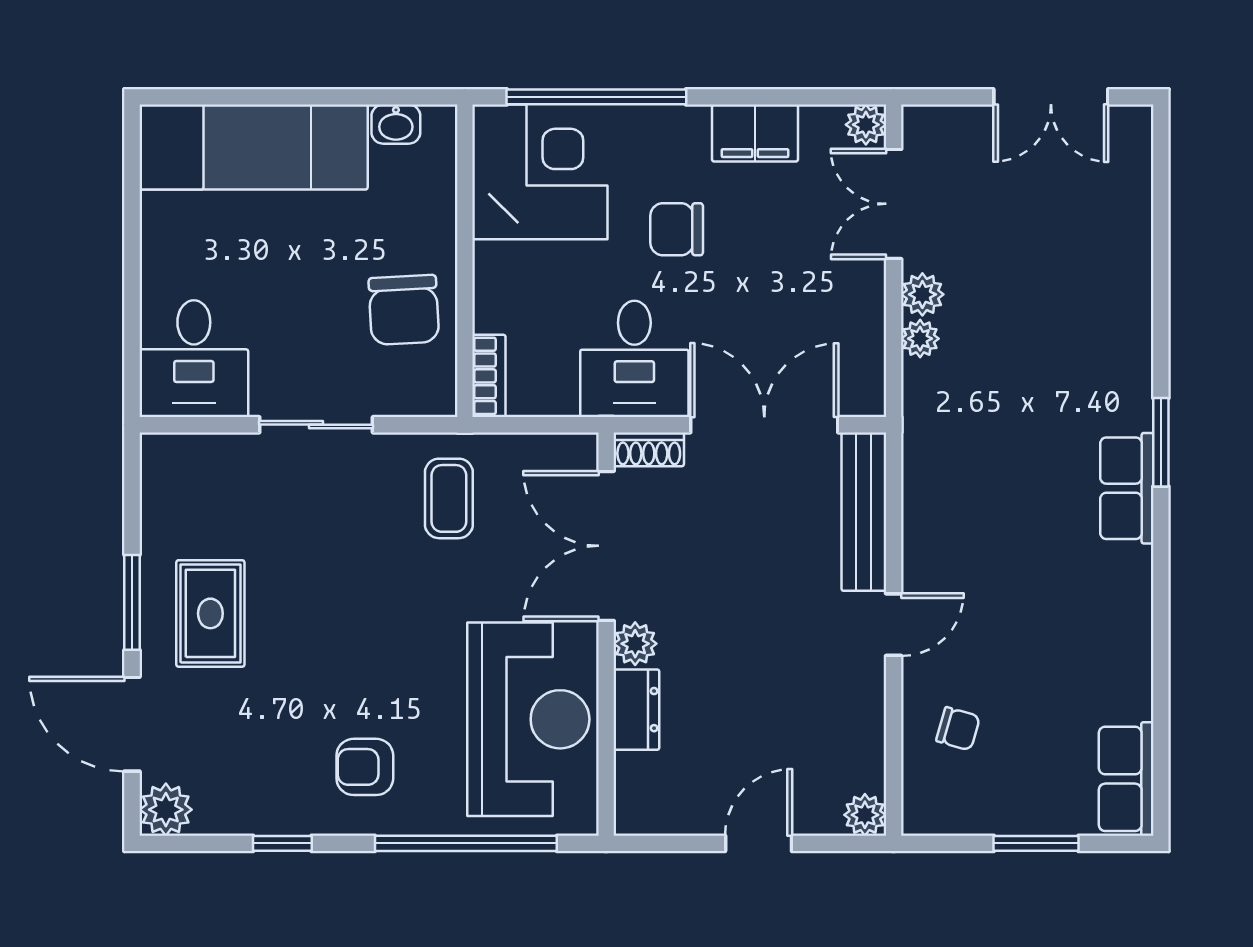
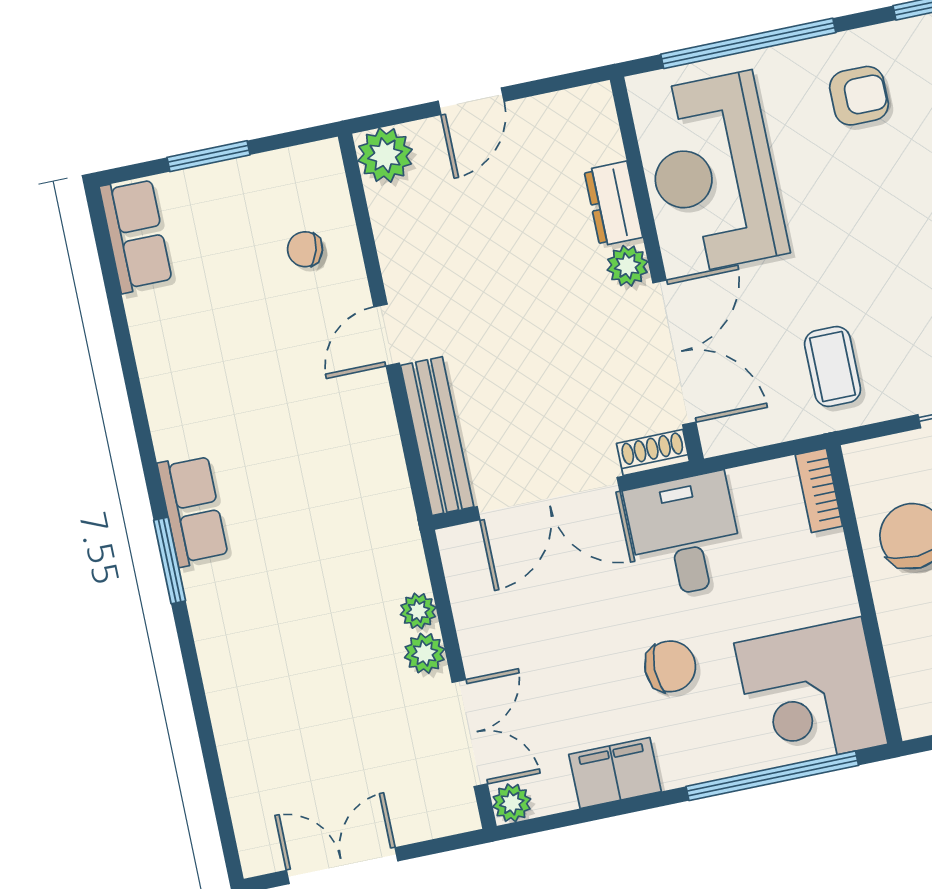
plant: (865, 815) -> (385, 155), width x1.38, depth x1.38

